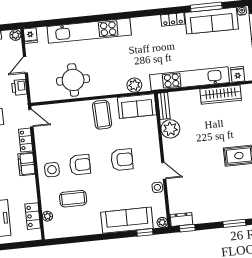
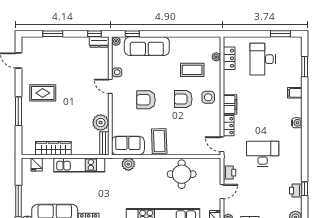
kitchen unit: (190, 79) -> (79, 165), width x0.73

